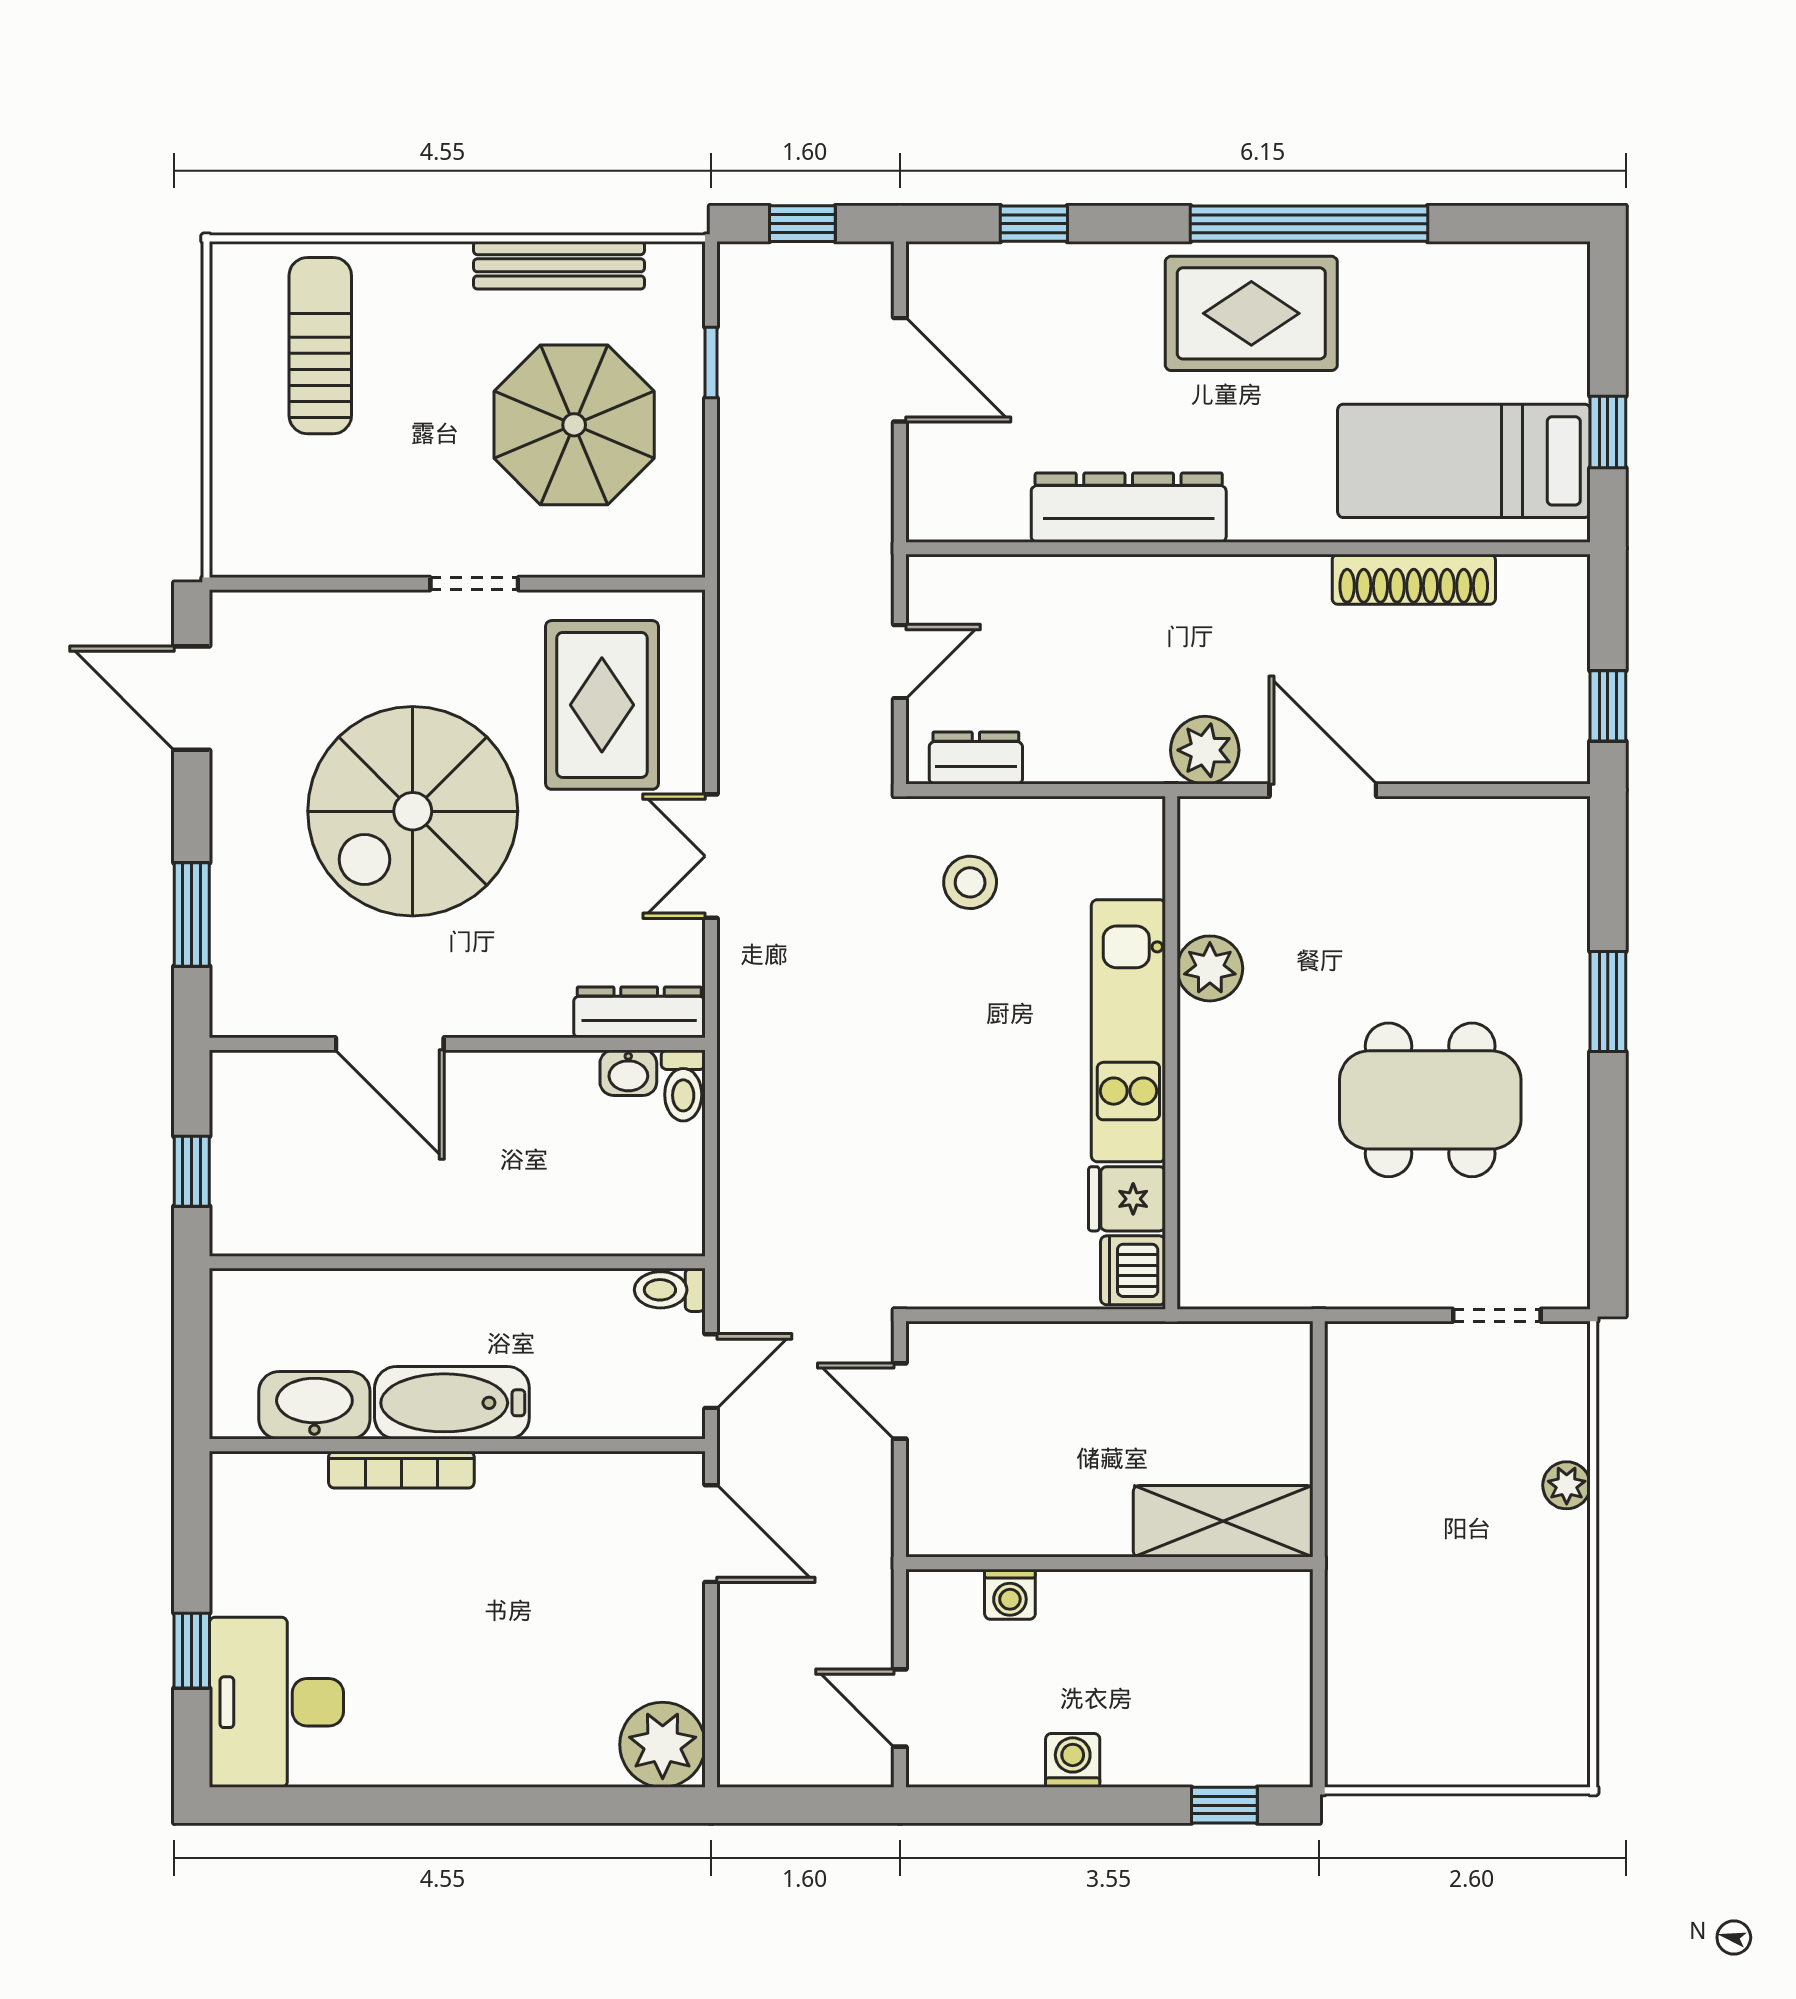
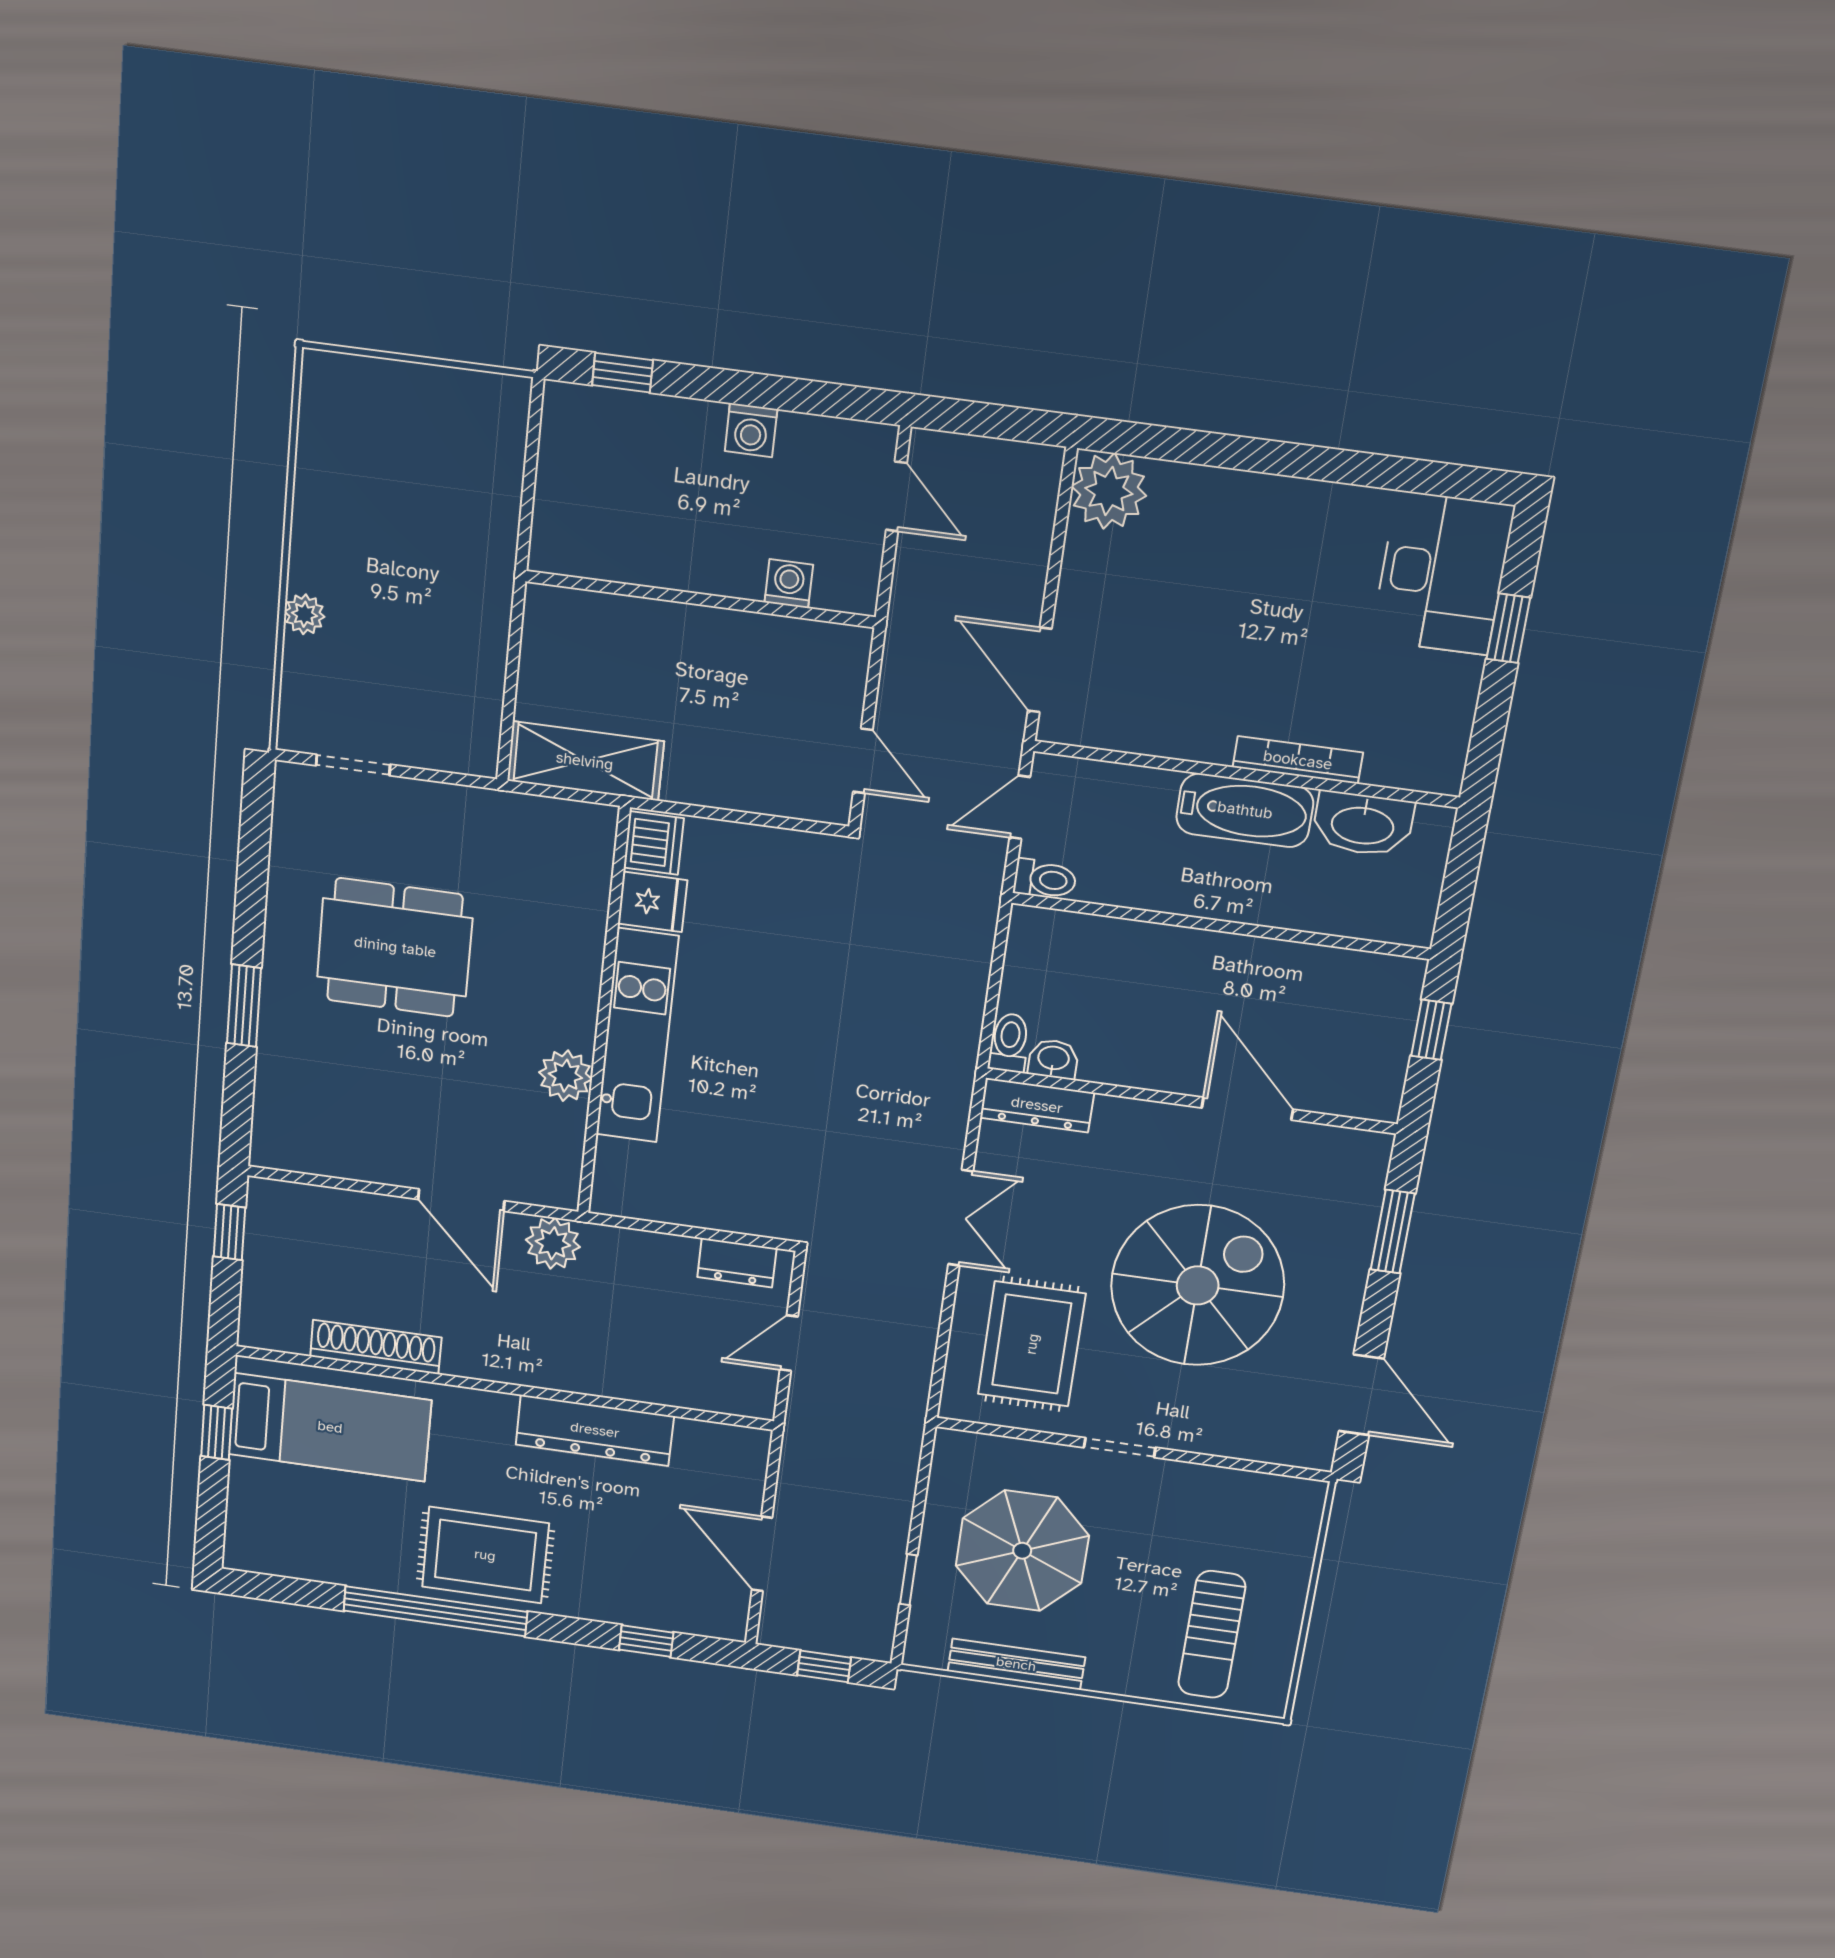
stool: (970, 882) -> (753, 1169), removed
shelving: (1223, 1521) -> (585, 761), moved

